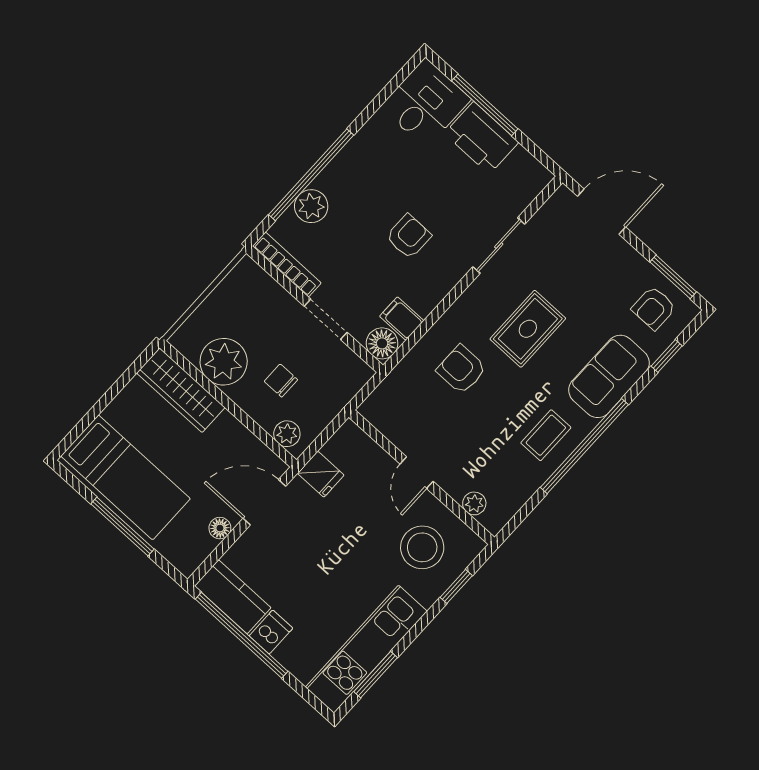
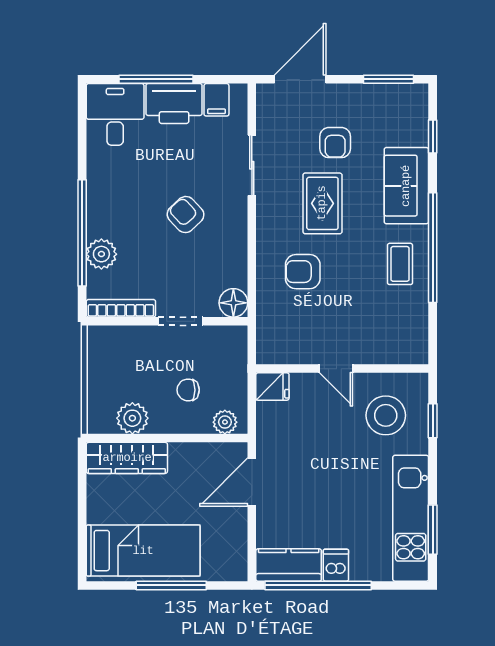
armchair: (409, 236) -> (186, 215), turned -43
armchair: (654, 308) -> (335, 143), moved
filing cabinet: (402, 318) -> (216, 100), moved, turned -90
plant: (224, 362) -> (132, 418), width x0.73, depth x0.73
fridge: (321, 474) -> (272, 387), moved
plant: (474, 503) -> (394, 354), removed
floor lamp: (220, 528) -> (238, 527), removed

